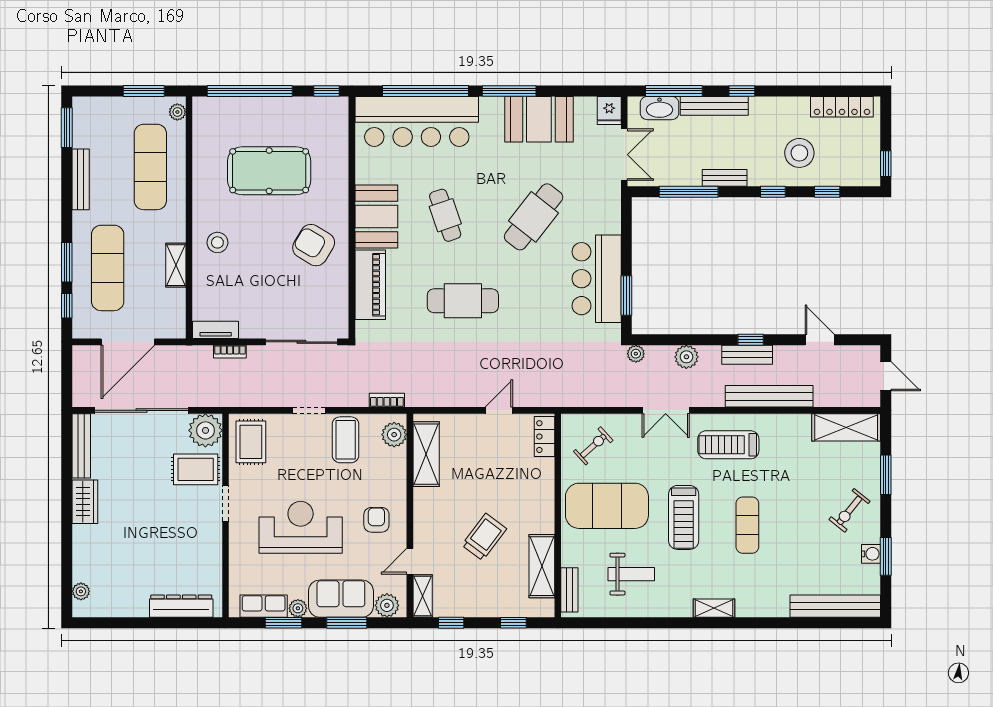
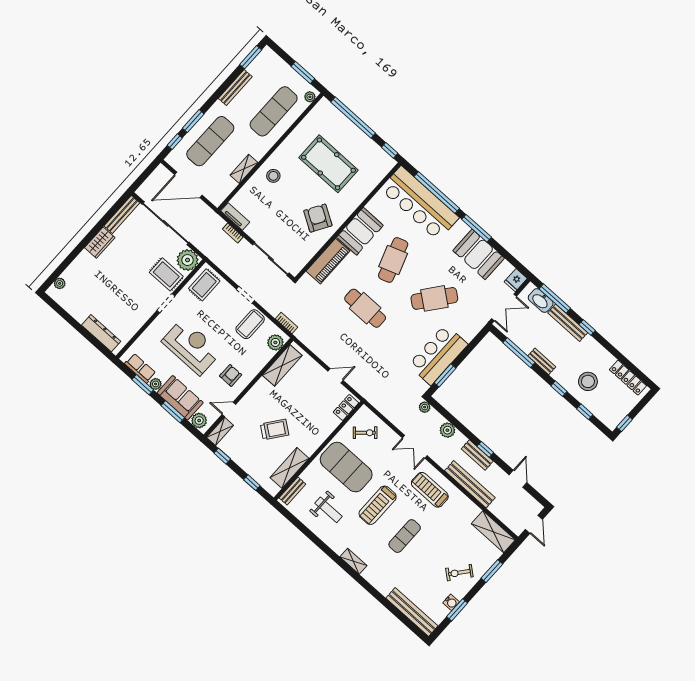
cafe table: (445, 215) -> (393, 260), width x1.37, depth x1.35

